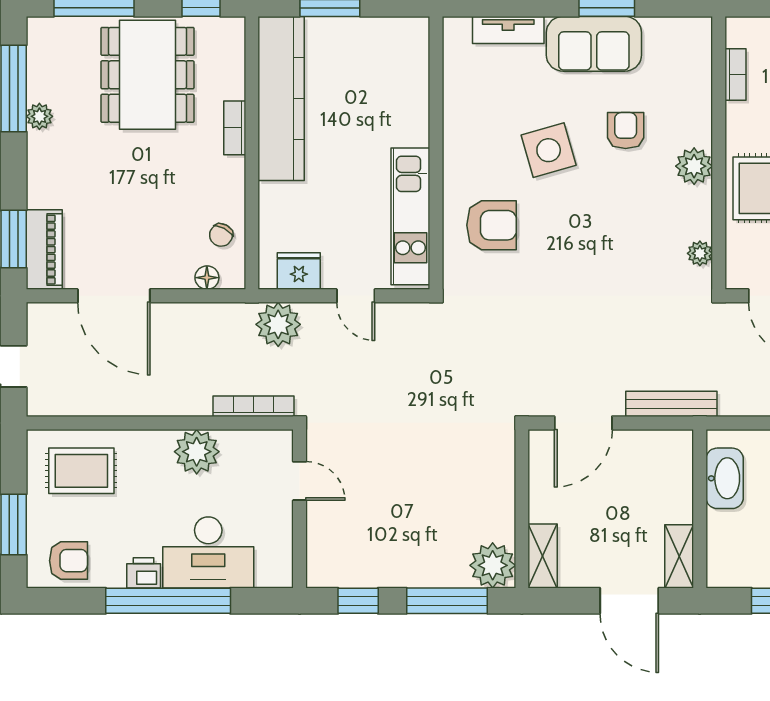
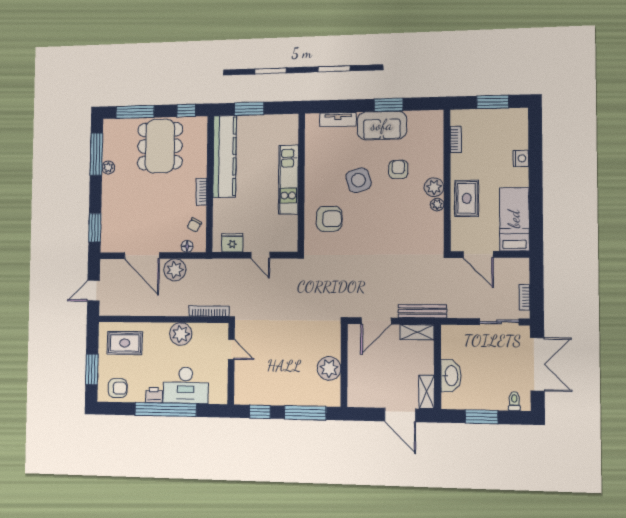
bookcase: (235, 128) -> (201, 192), moved
kitchen unit: (410, 216) -> (288, 180), moved
piano: (44, 250) -> (109, 233), removed
plant: (700, 253) -> (437, 205), moved
plant: (278, 324) -> (175, 270), moved
washbasin: (725, 478) -> (451, 376), moved
shelving: (543, 556) -> (417, 332), moved, turned 90
plant: (493, 565) -> (329, 368), moved

